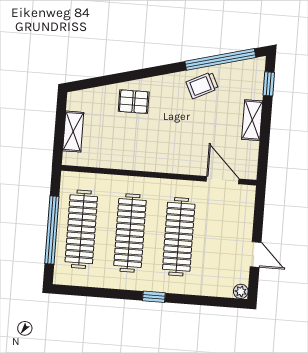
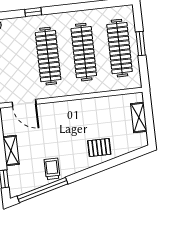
trolley: (202, 85) -> (52, 169), turned -64
window: (52, 230) -> (141, 44), width x0.47
window: (154, 297) -> (33, 12), moved

